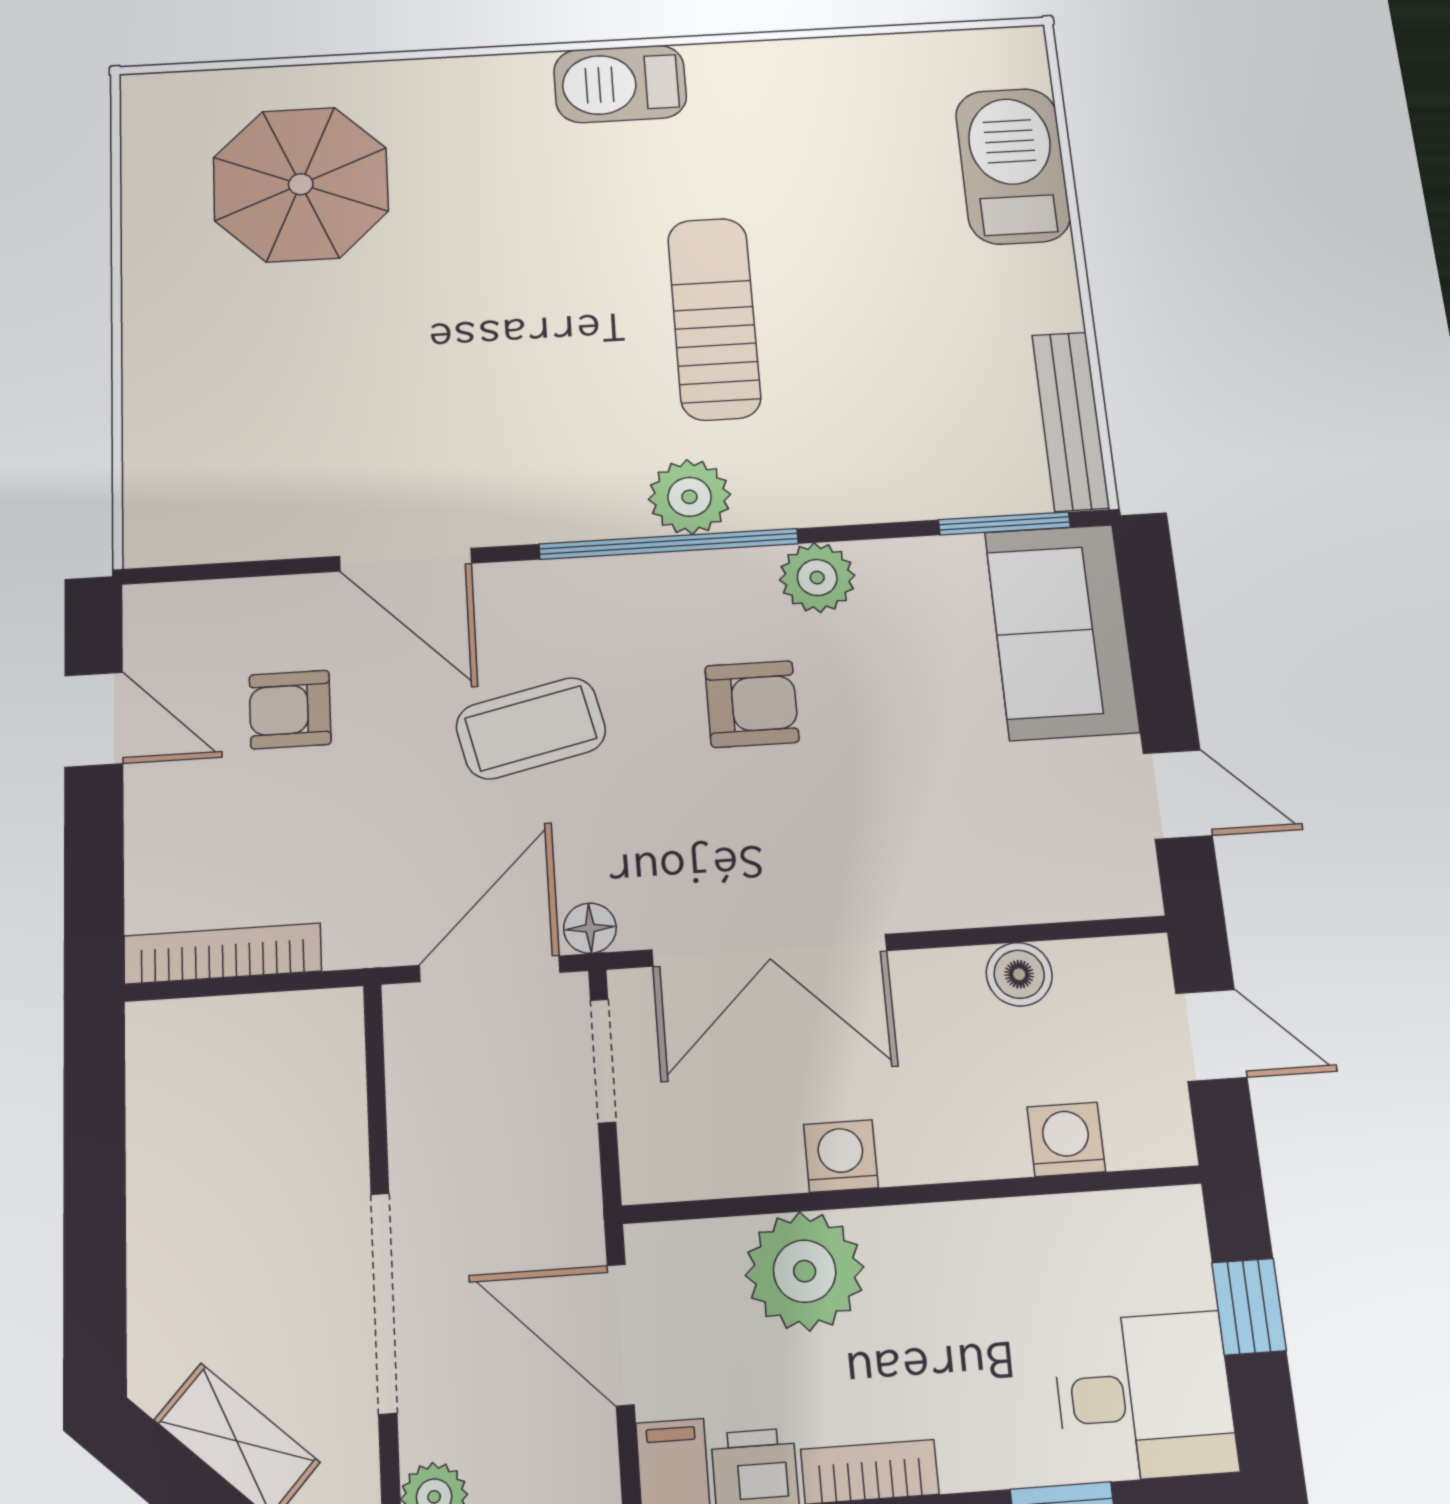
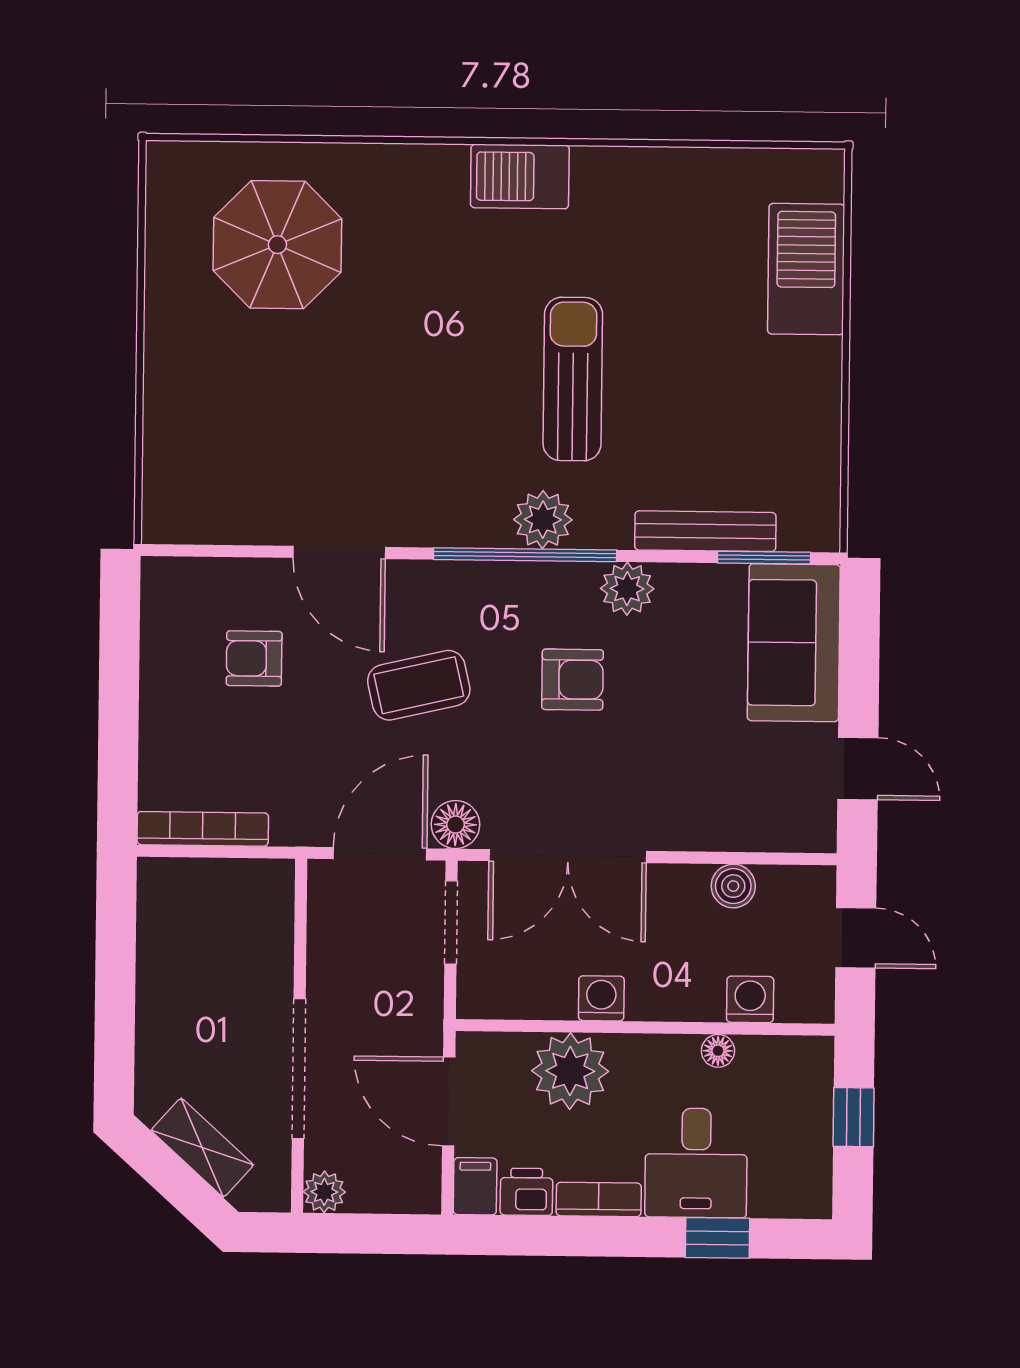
bench: (1070, 421) -> (705, 531), moved, turned 90
door: (94, 719) -> (119, 655), removed
floor lamp: (590, 928) -> (455, 825), width x1.37, depth x1.37
floor lamp: (1028, 1221) -> (718, 1051), added
desk: (1144, 1397) -> (696, 1163), moved, turned 90

